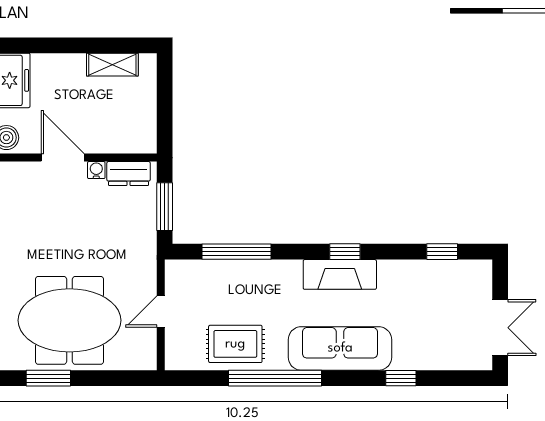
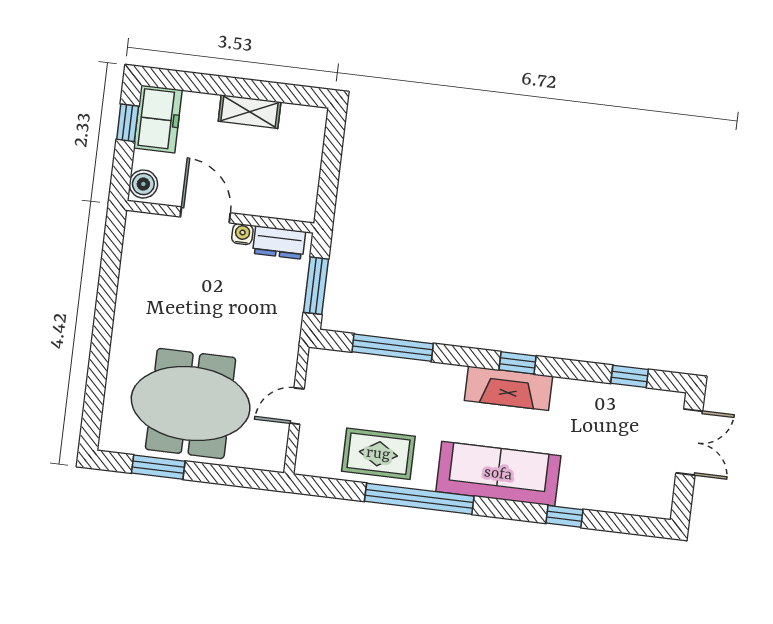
shelving: (112, 65) -> (250, 112), moved
double door: (500, 328) -> (689, 442), moved

